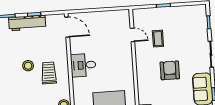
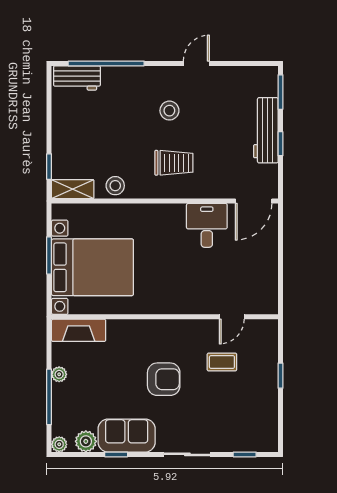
desk: (83, 65) -> (207, 225), moved
stool: (28, 66) -> (169, 111), moved

